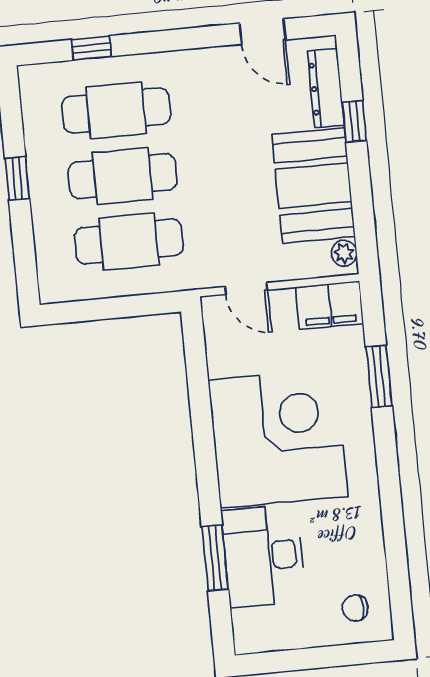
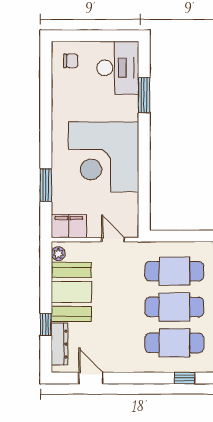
desk: (263, 556) -> (118, 68), moved

